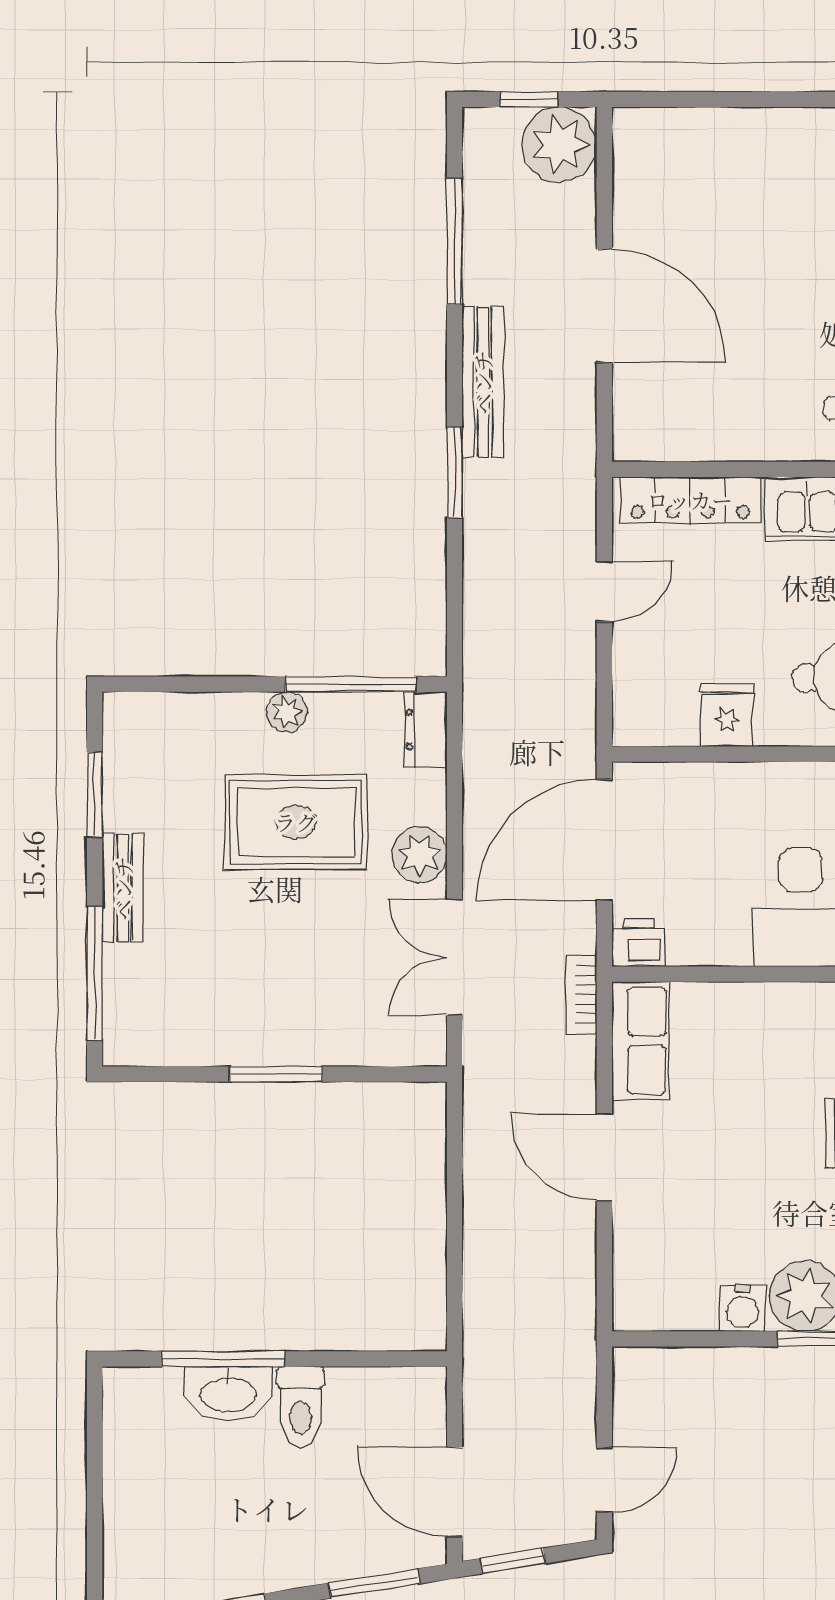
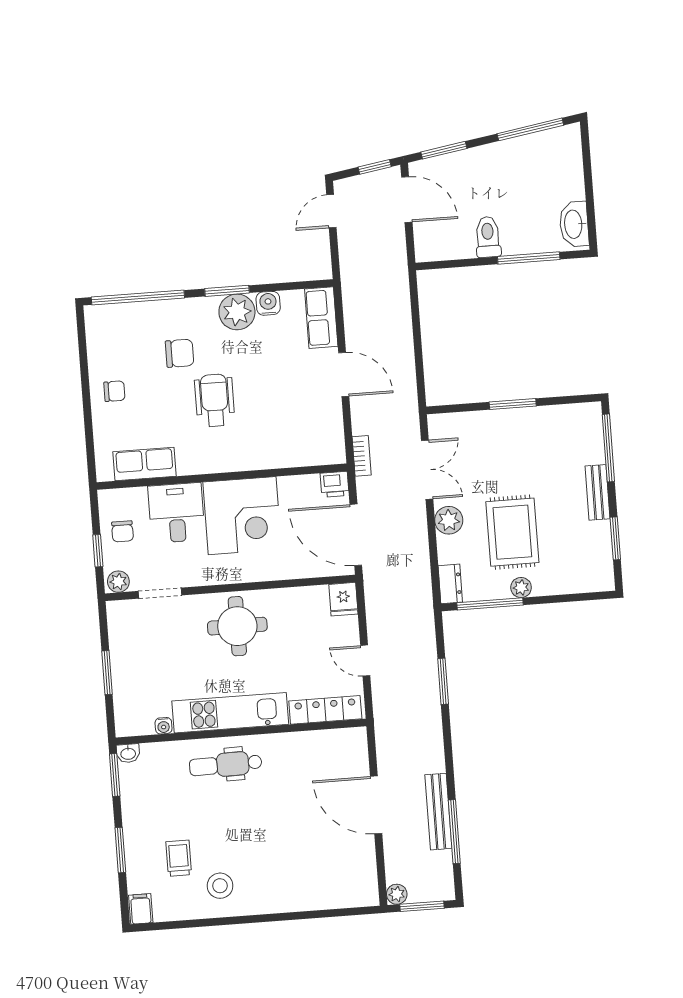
window: (529, 99) -> (422, 906), width x1.50
plant: (559, 145) -> (397, 894), width x0.53, depth x0.53
bench: (483, 382) -> (438, 812), moved
window: (454, 473) -> (443, 681), moved
door: (604, 591) -> (365, 661), hinge flipped
fridge: (727, 715) -> (343, 599), moved
rug: (296, 822) -> (512, 532), turned 90
door: (604, 840) -> (356, 535), swing flipped
row of seats: (640, 1041) -> (321, 318), moved
washbasin: (228, 1393) -> (574, 224), moved, turned -90

